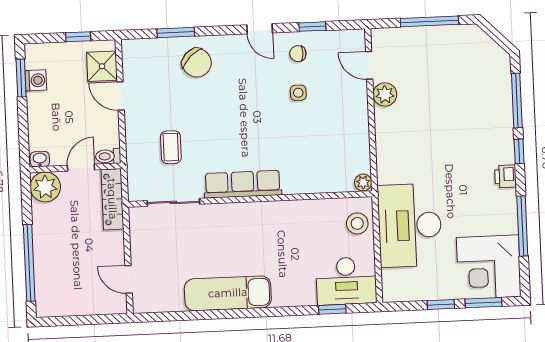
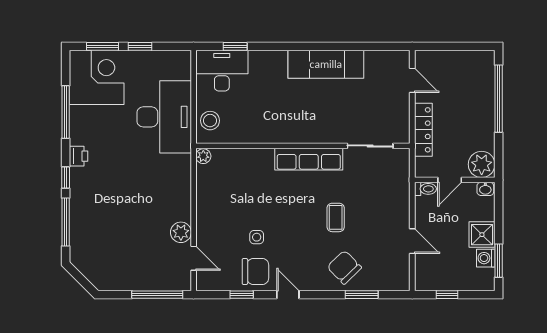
window: (429, 21) -> (157, 295), moved
chair: (298, 54) -> (255, 271), width x1.87, depth x1.87
shower: (102, 66) -> (482, 235), moved
coffee table: (171, 147) -> (336, 217), moved
locker: (112, 199) -> (423, 130), moved

